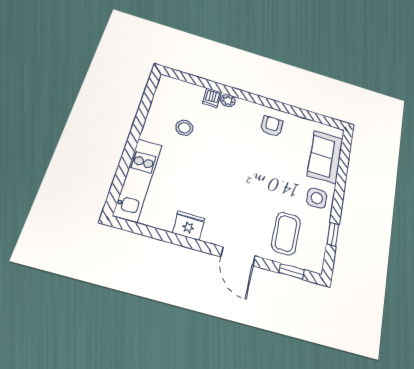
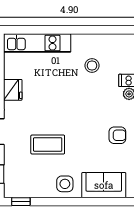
coffee table: (286, 233) -> (48, 145), moved
window: (333, 234) -> (21, 202), moved

